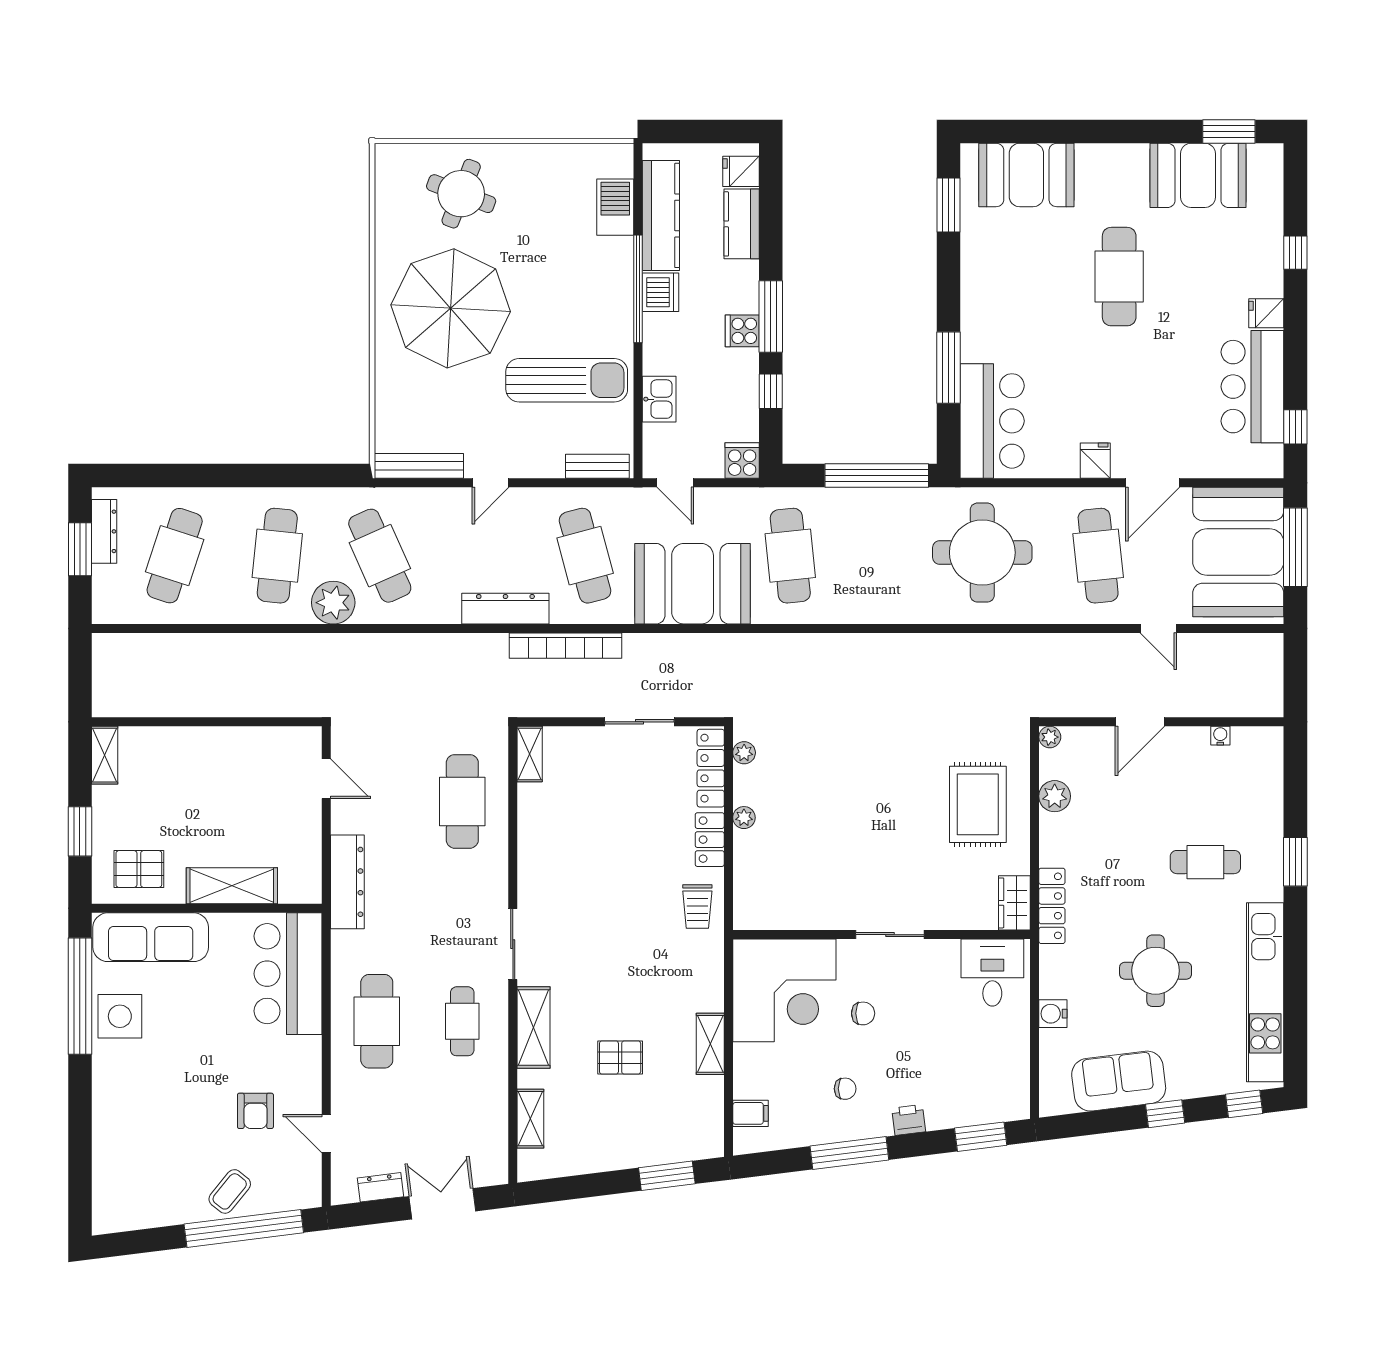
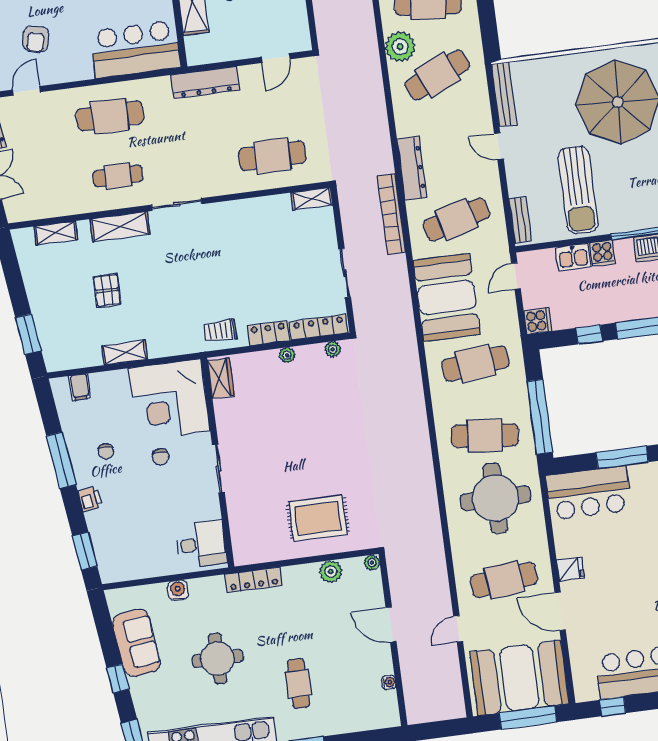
cooker: (742, 331) -> (602, 253), moved, turned 180
cafe table: (893, 556) -> (485, 436), added
wardrobe: (1014, 903) -> (221, 378), moved, turned 90
armchair: (255, 1111) -> (36, 39), turned -77

